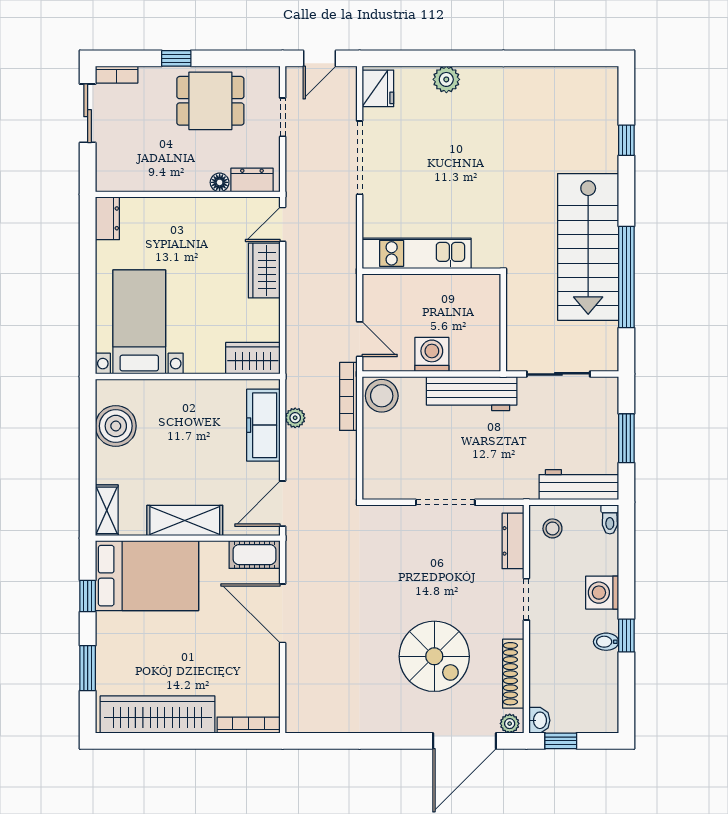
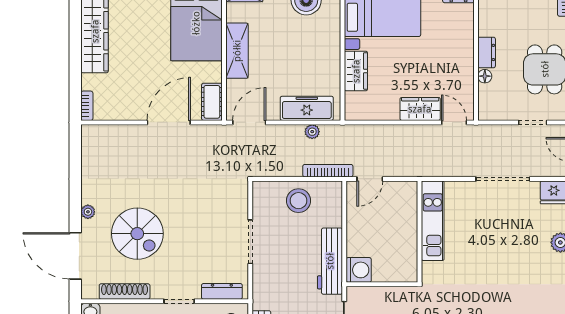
dresser: (252, 180) -> (487, 52), moved
washing machine: (432, 354) -> (359, 270), moved
wardrobe: (253, 358) -> (356, 71), moved
stool: (382, 396) -> (298, 201), moved
door: (283, 504) -> (249, 122), hinge flipped
spiral stairs: (434, 656) -> (137, 234), turned -90
plant: (510, 724) -> (88, 212), moved
bookcase: (249, 725) -> (87, 106), width x0.64

